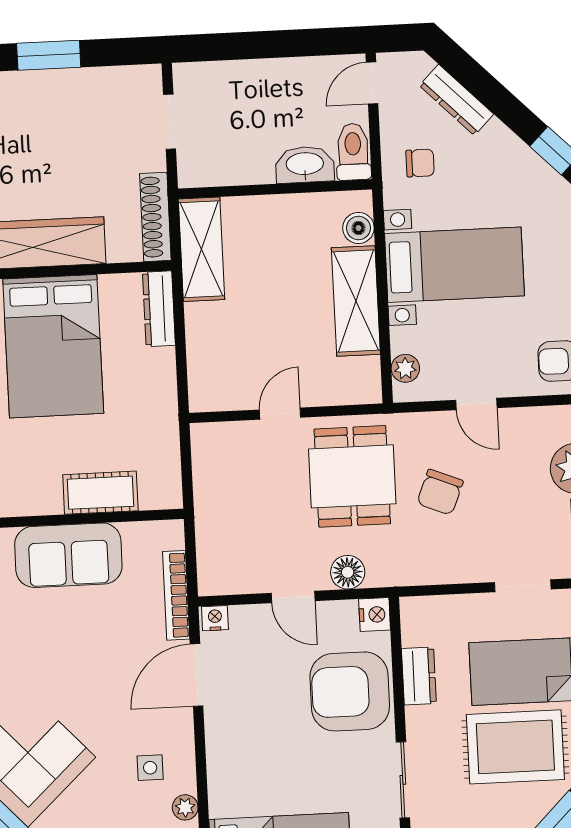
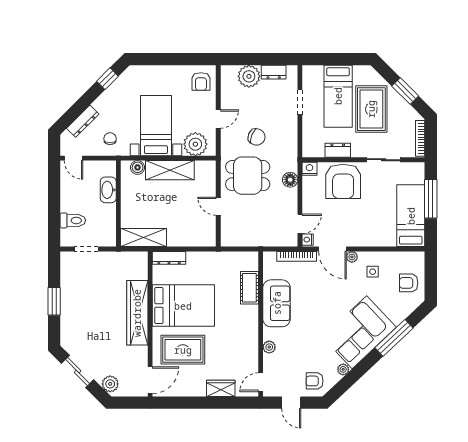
toilet: (353, 152) -> (73, 220), moved, turned 180
shoe rack: (155, 217) -> (128, 257), removed
plant: (405, 368) -> (195, 144), width x1.87, depth x1.87
door: (293, 597) -> (300, 224), moved
plant: (185, 807) -> (352, 257), moved

